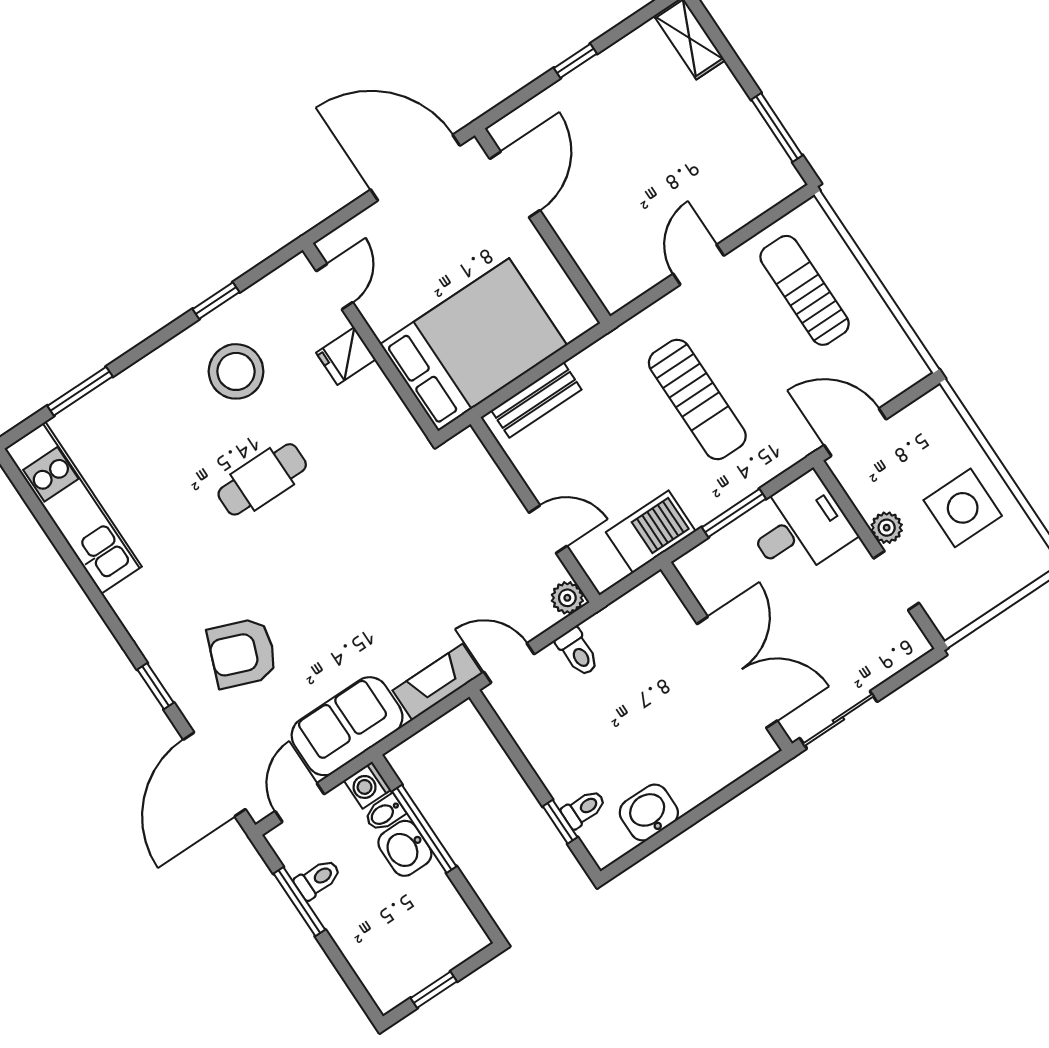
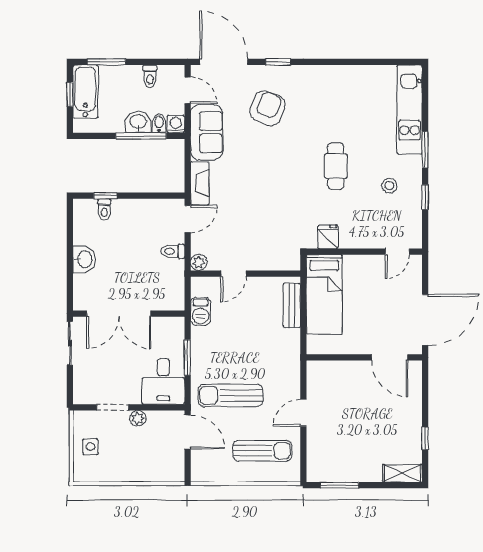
window: (575, 61) -> (425, 438), moved
door: (698, 265) -> (303, 413), swing flipped
door: (335, 287) -> (397, 252), hinge flipped
bed: (474, 345) -> (324, 294), width x0.67
fridge: (346, 356) -> (328, 237), moved
stool: (236, 371) -> (389, 186), width x0.53, depth x0.53
window: (80, 391) -> (425, 150), moved
sun lounger: (697, 399) -> (231, 395), moved
door: (855, 432) -> (188, 432), hinge flipped
kitchen unit: (73, 508) -> (410, 110), moved, turned 90
side table: (963, 508) -> (90, 447), moved, width x0.54, depth x0.54
barbecue: (651, 532) -> (201, 311), width x0.73, depth x0.79
washbasin: (649, 813) -> (84, 259), moved
window: (299, 902) -> (106, 62), moved
bathtub: (413, 967) -> (85, 92), added

